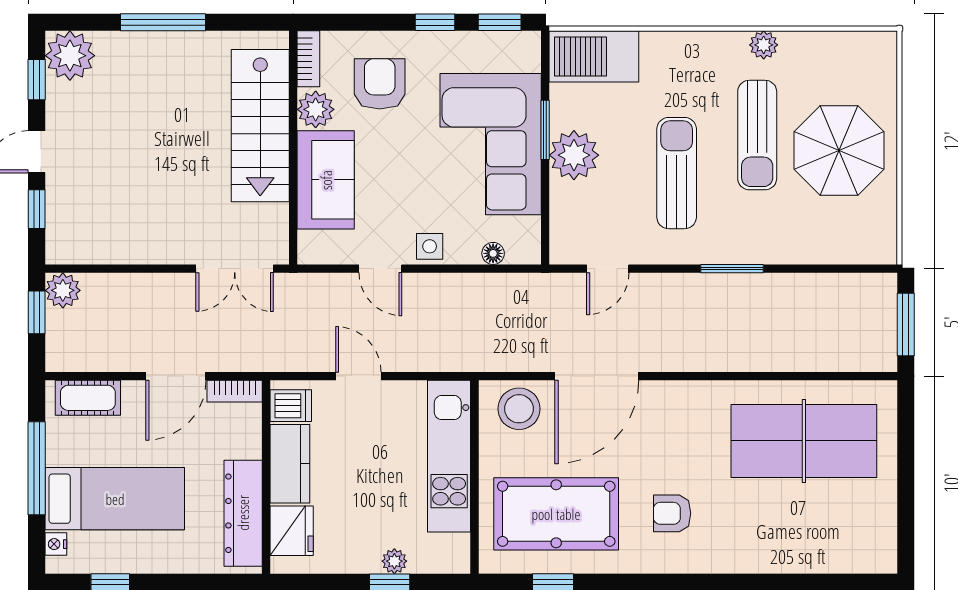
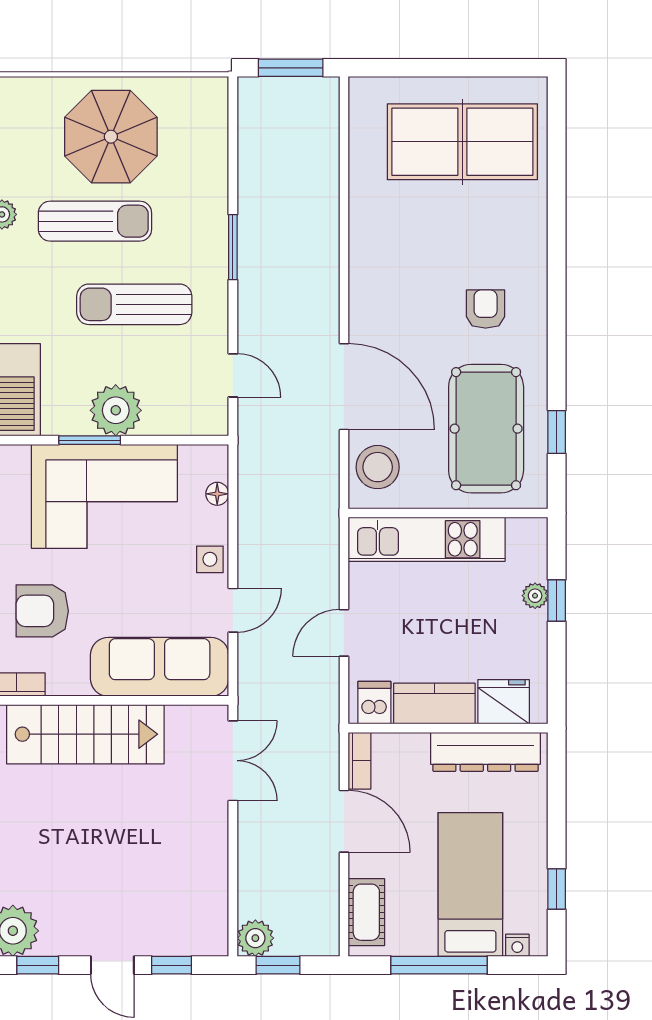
plant: (316, 109) -> (69, 677), removed
sofa: (326, 180) -> (160, 667), width x1.36
table tennis table: (804, 441) -> (462, 142), moved, turned 90
armchair: (672, 513) -> (486, 309), turned 180

